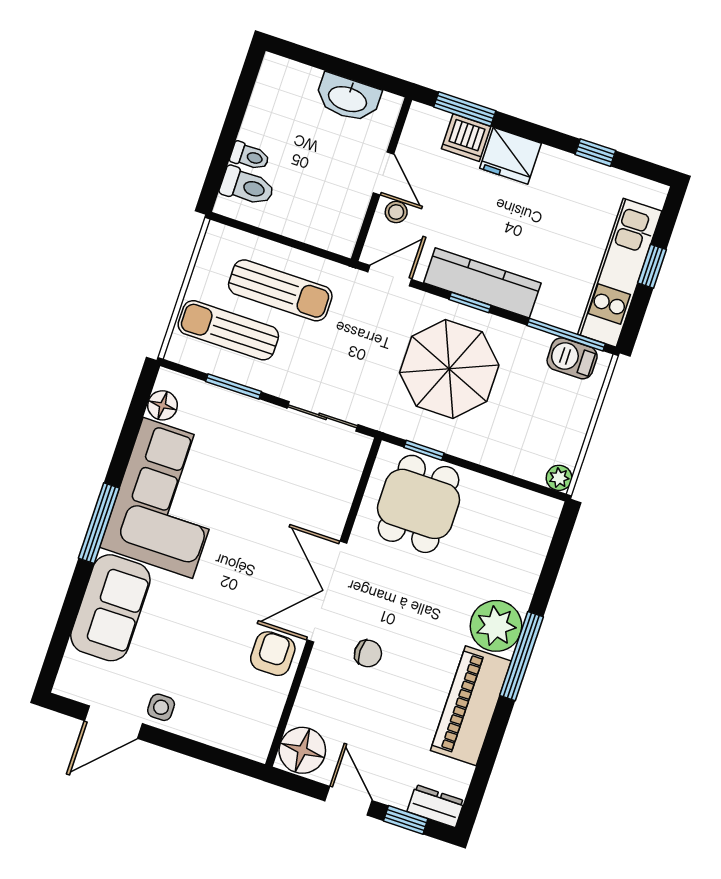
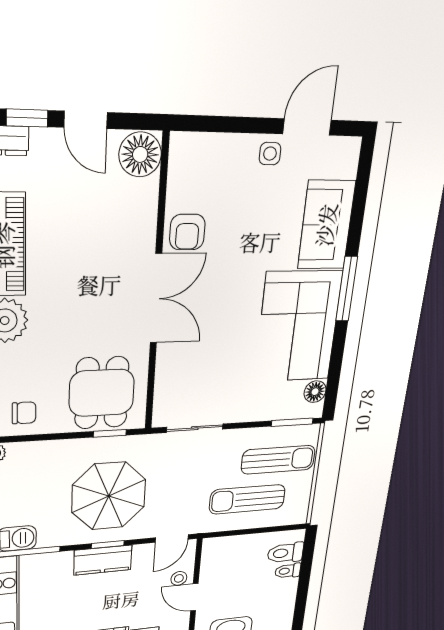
kitchen counter: (482, 283) -> (103, 560), width x0.67
window: (233, 386) -> (292, 422), moved
chair: (368, 653) -> (24, 413), moved, turned 180

